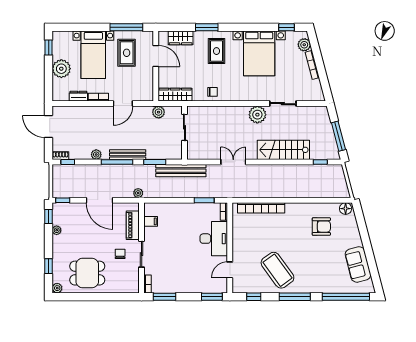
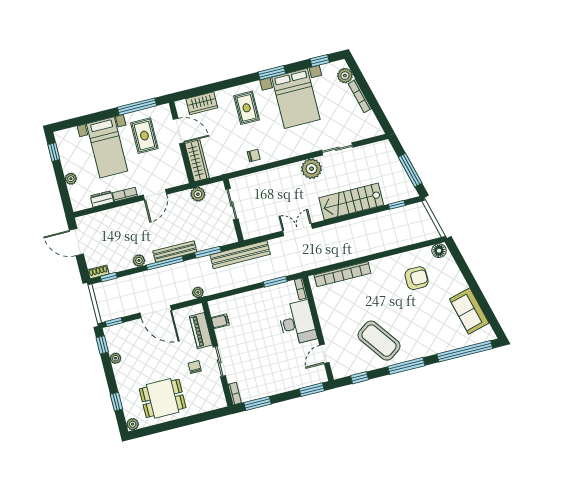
window: (207, 27) -> (272, 73), moved
plant: (61, 69) -> (71, 179), width x0.53, depth x0.53
wardrobe: (175, 95) -> (197, 161), moved, turned 90

